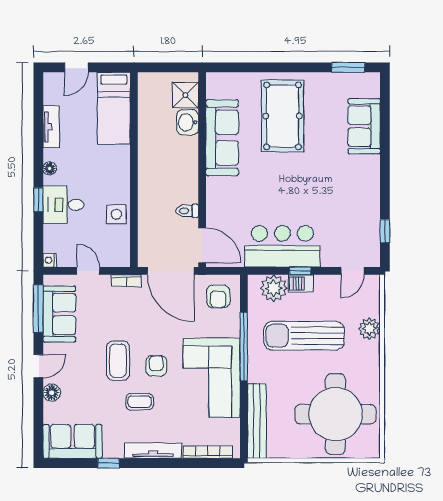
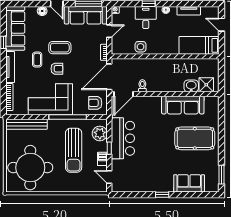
window: (385, 231) -> (162, 195), moved
barbecue: (301, 283) -> (102, 159), moved
sofa: (59, 314) -> (86, 15), width x1.36
plant: (369, 329) -> (77, 186), removed
sun lounger: (304, 336) -> (74, 150), turned 180
sofa: (72, 441) -> (15, 28), width x1.36

